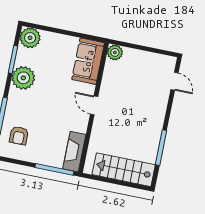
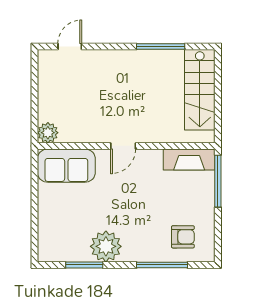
plant: (30, 38) -> (51, 248), removed

